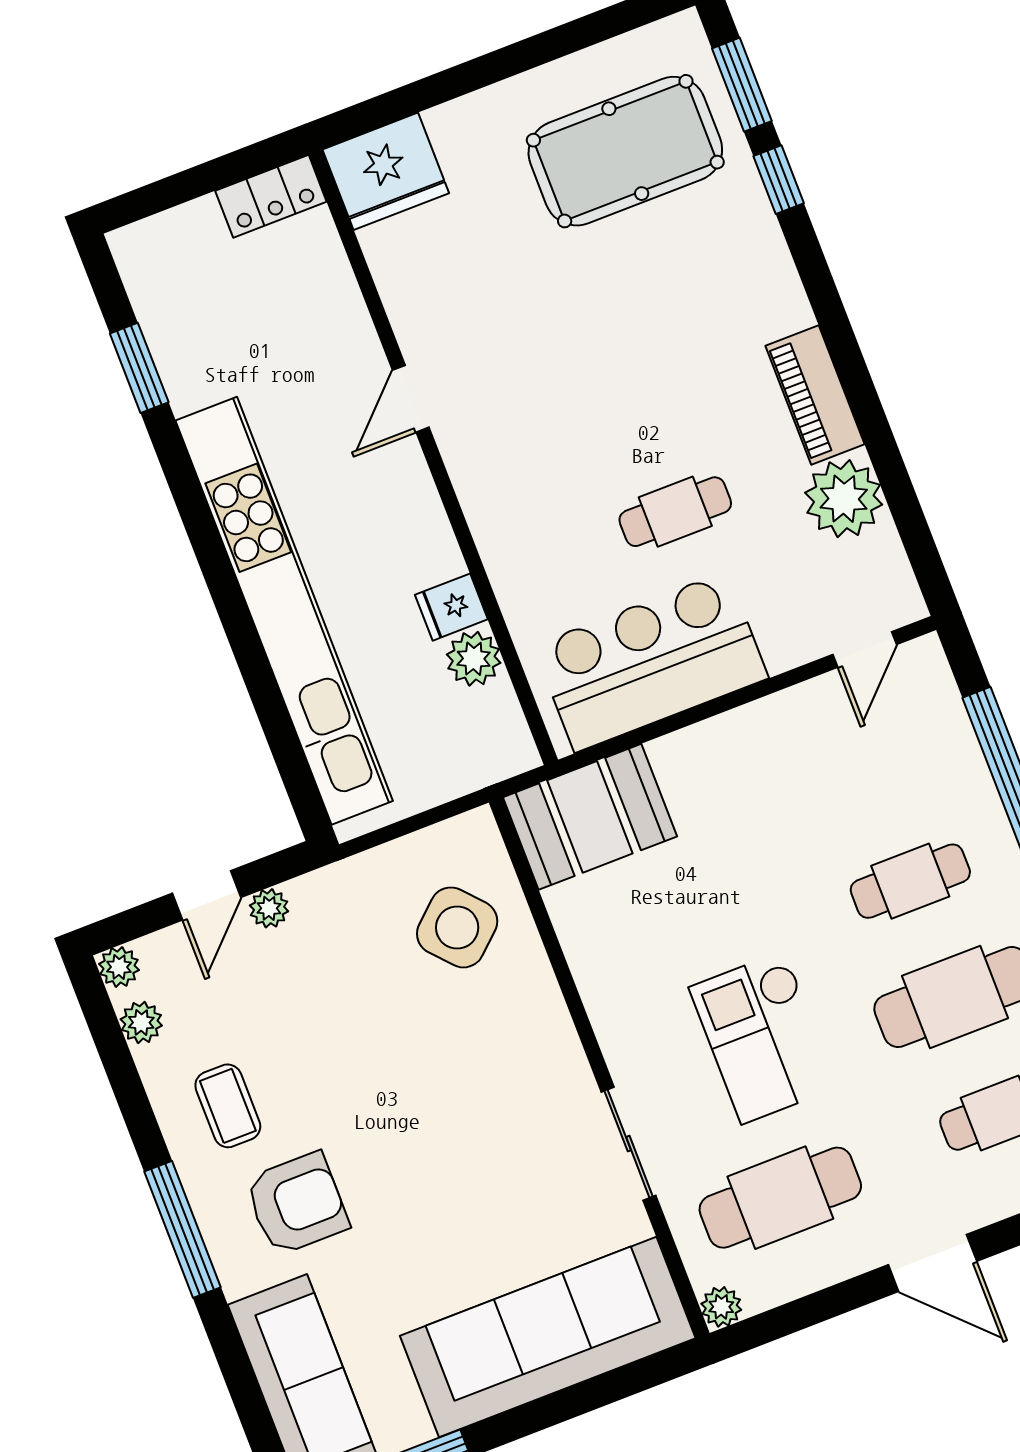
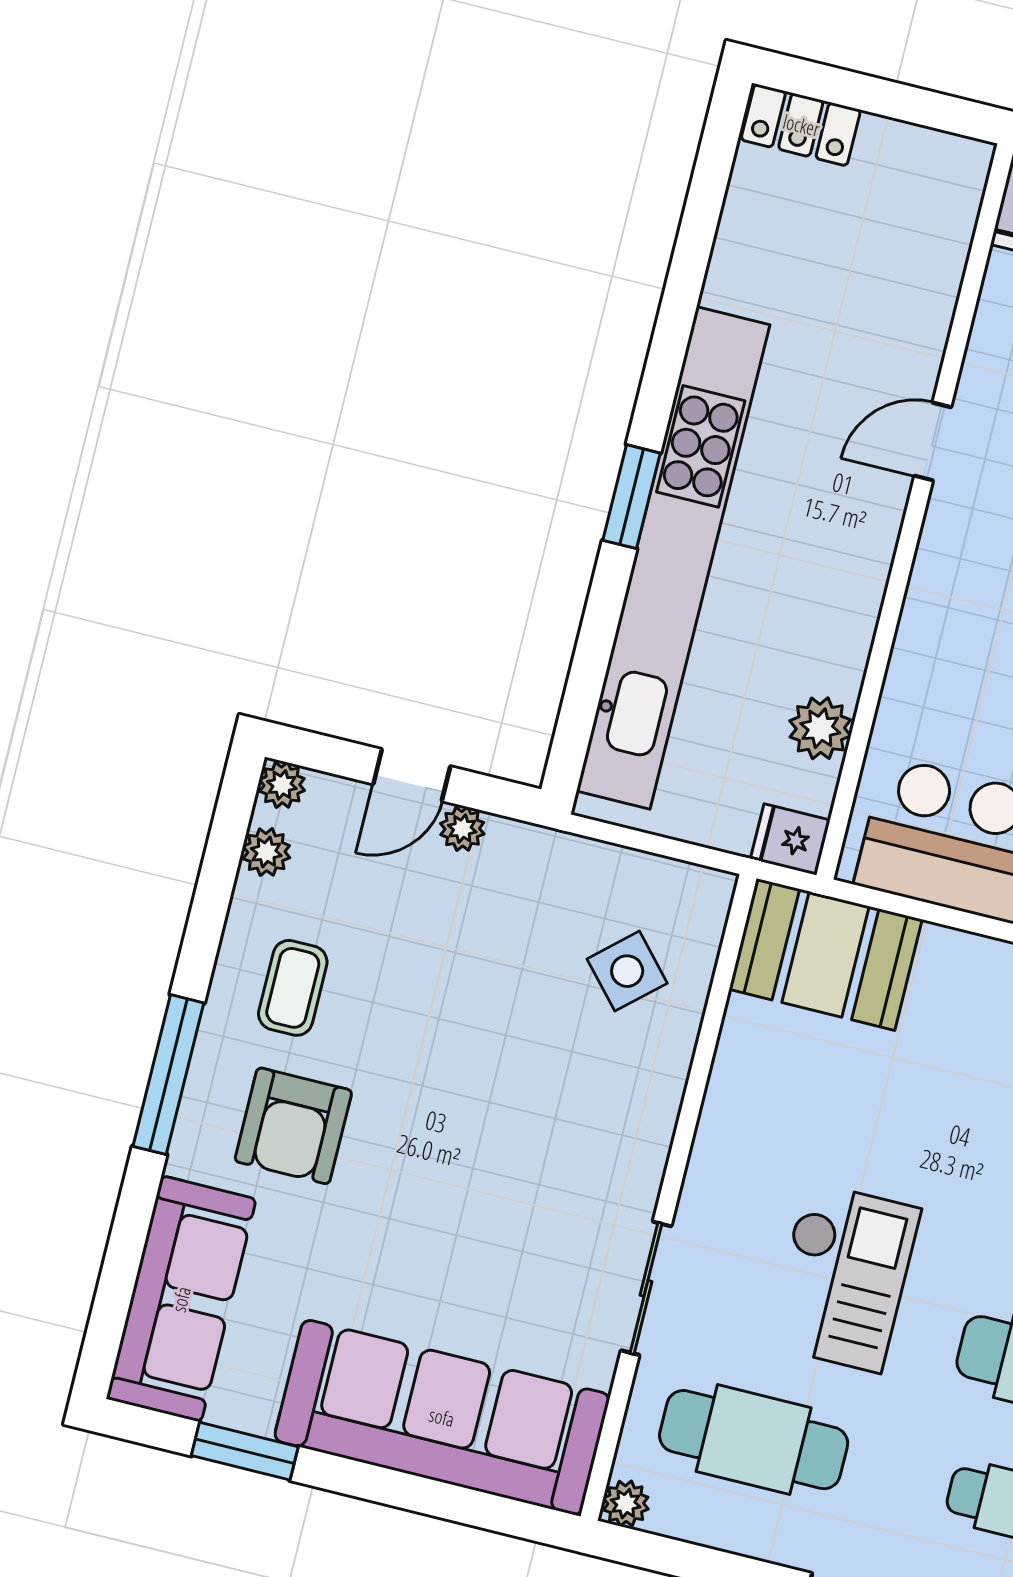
locker: (271, 196) -> (801, 125), moved
window: (139, 368) -> (632, 497), moved
fridge: (451, 607) -> (790, 839), moved
side table: (457, 927) -> (627, 971), width x0.73, depth x0.73
checkout: (763, 1037) -> (843, 1277), turned 180
armchair: (297, 1204) -> (293, 1126), turned 90

